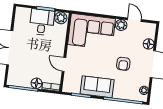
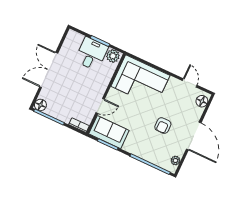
plant: (121, 25) -> (174, 84), removed
floor lamp: (149, 44) -> (202, 101), moved
door: (64, 64) -> (100, 106), swing flipped
floor lamp: (37, 83) -> (40, 105), moved
sofa: (97, 87) -> (109, 132), moved

